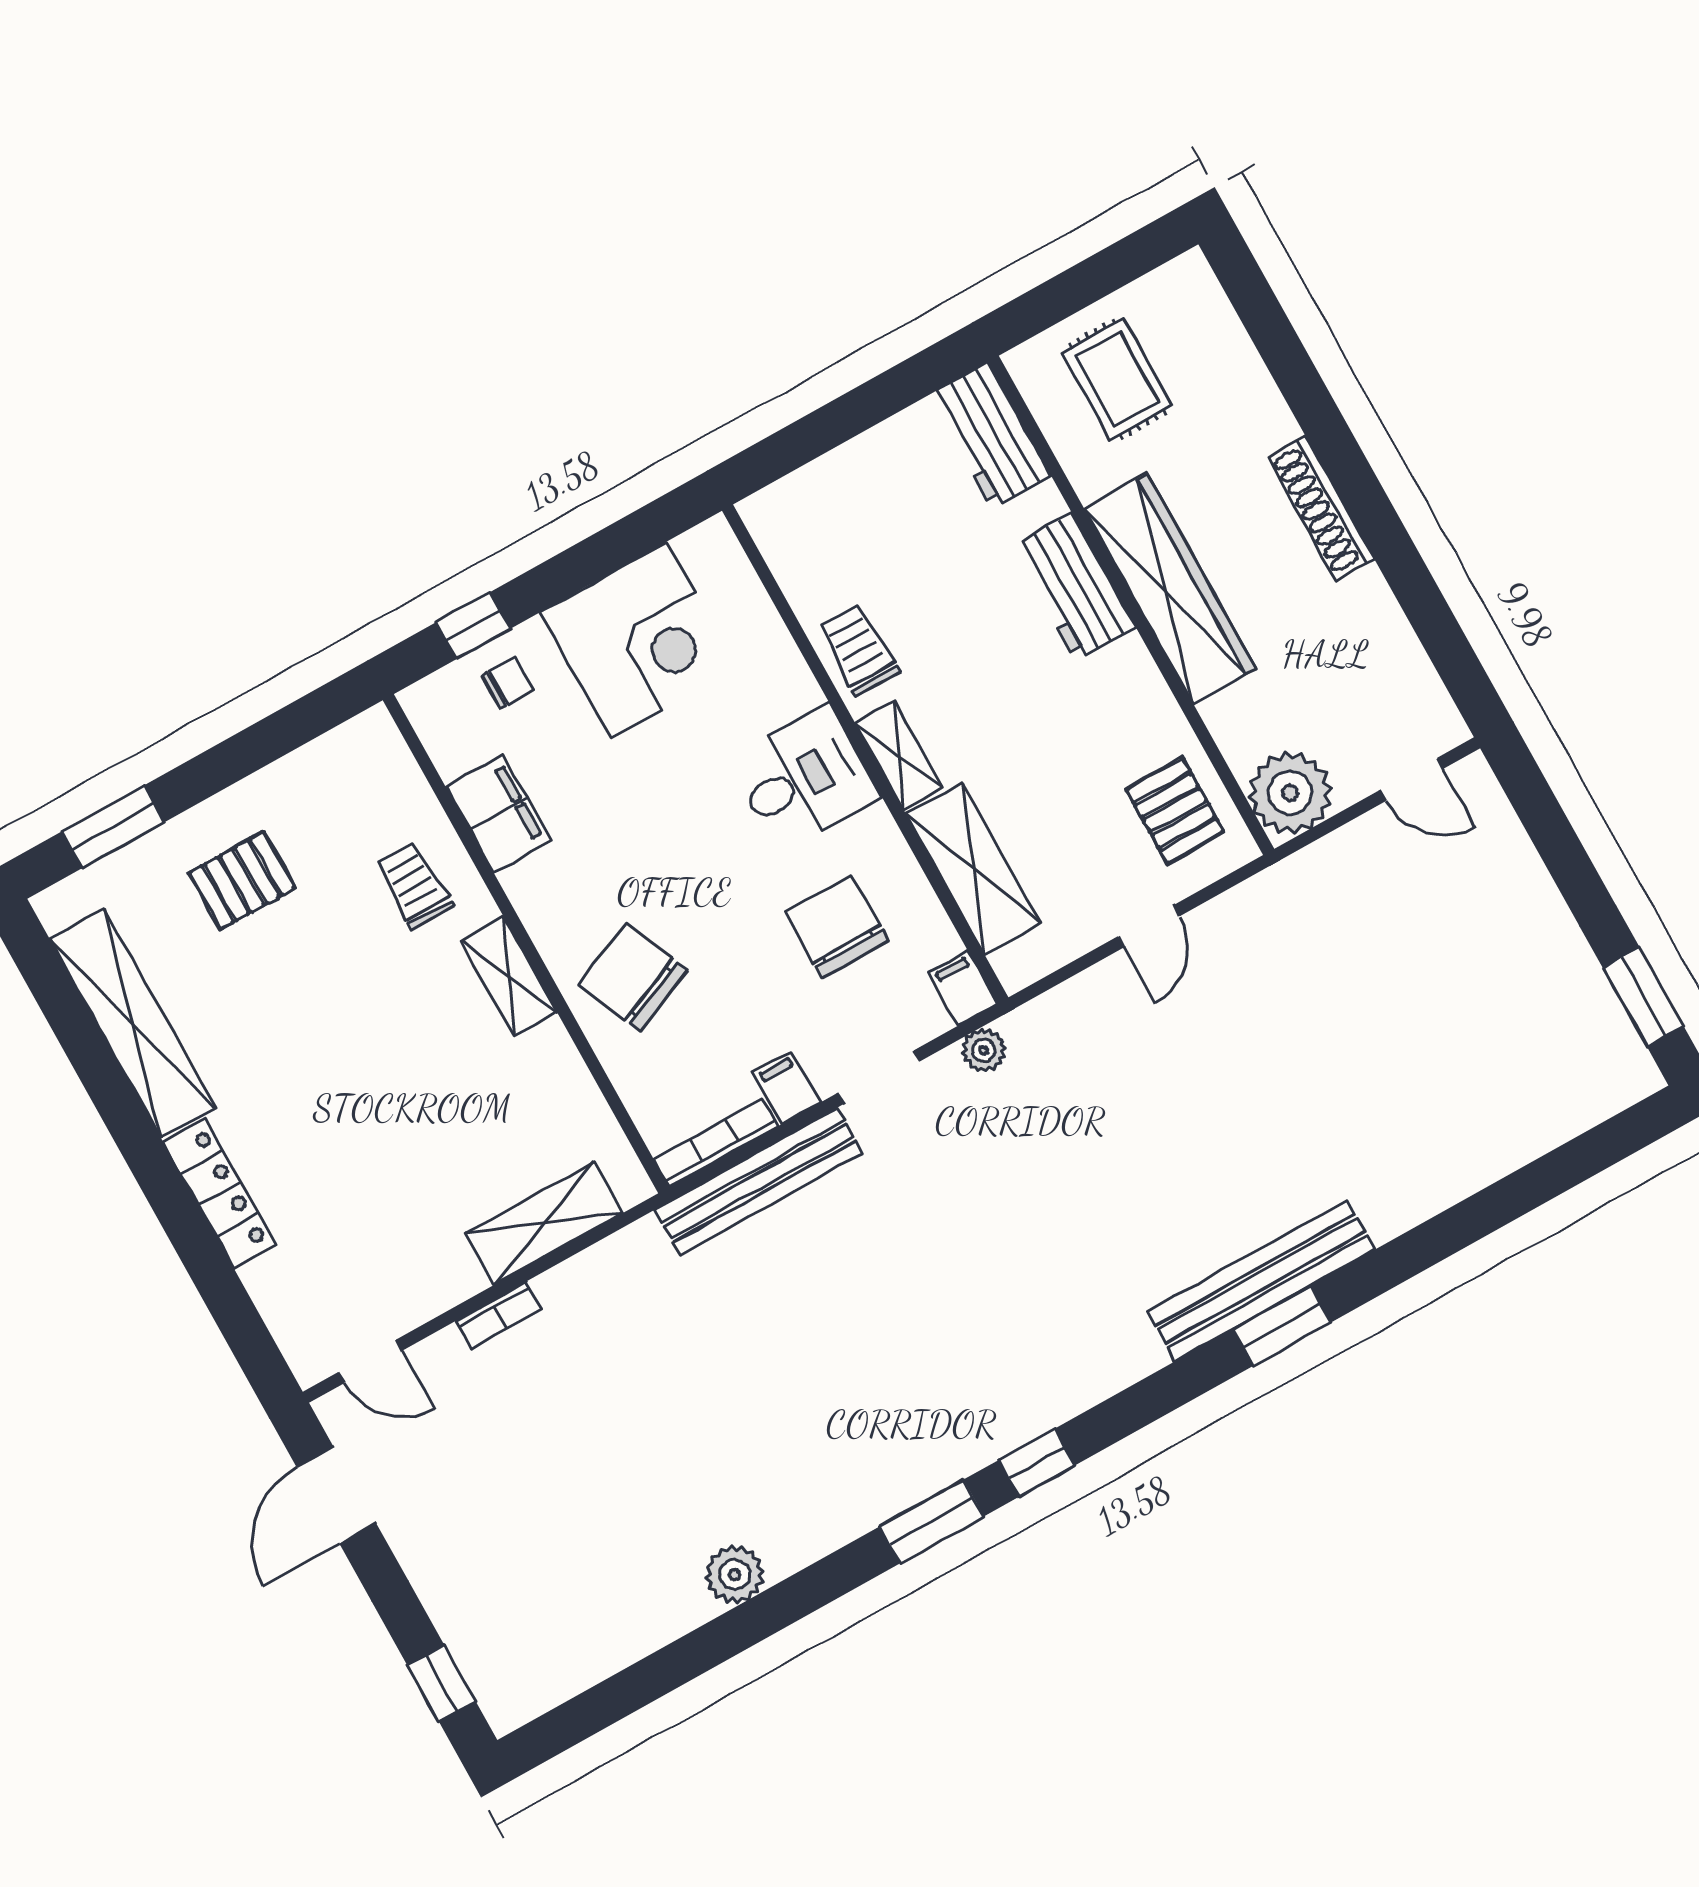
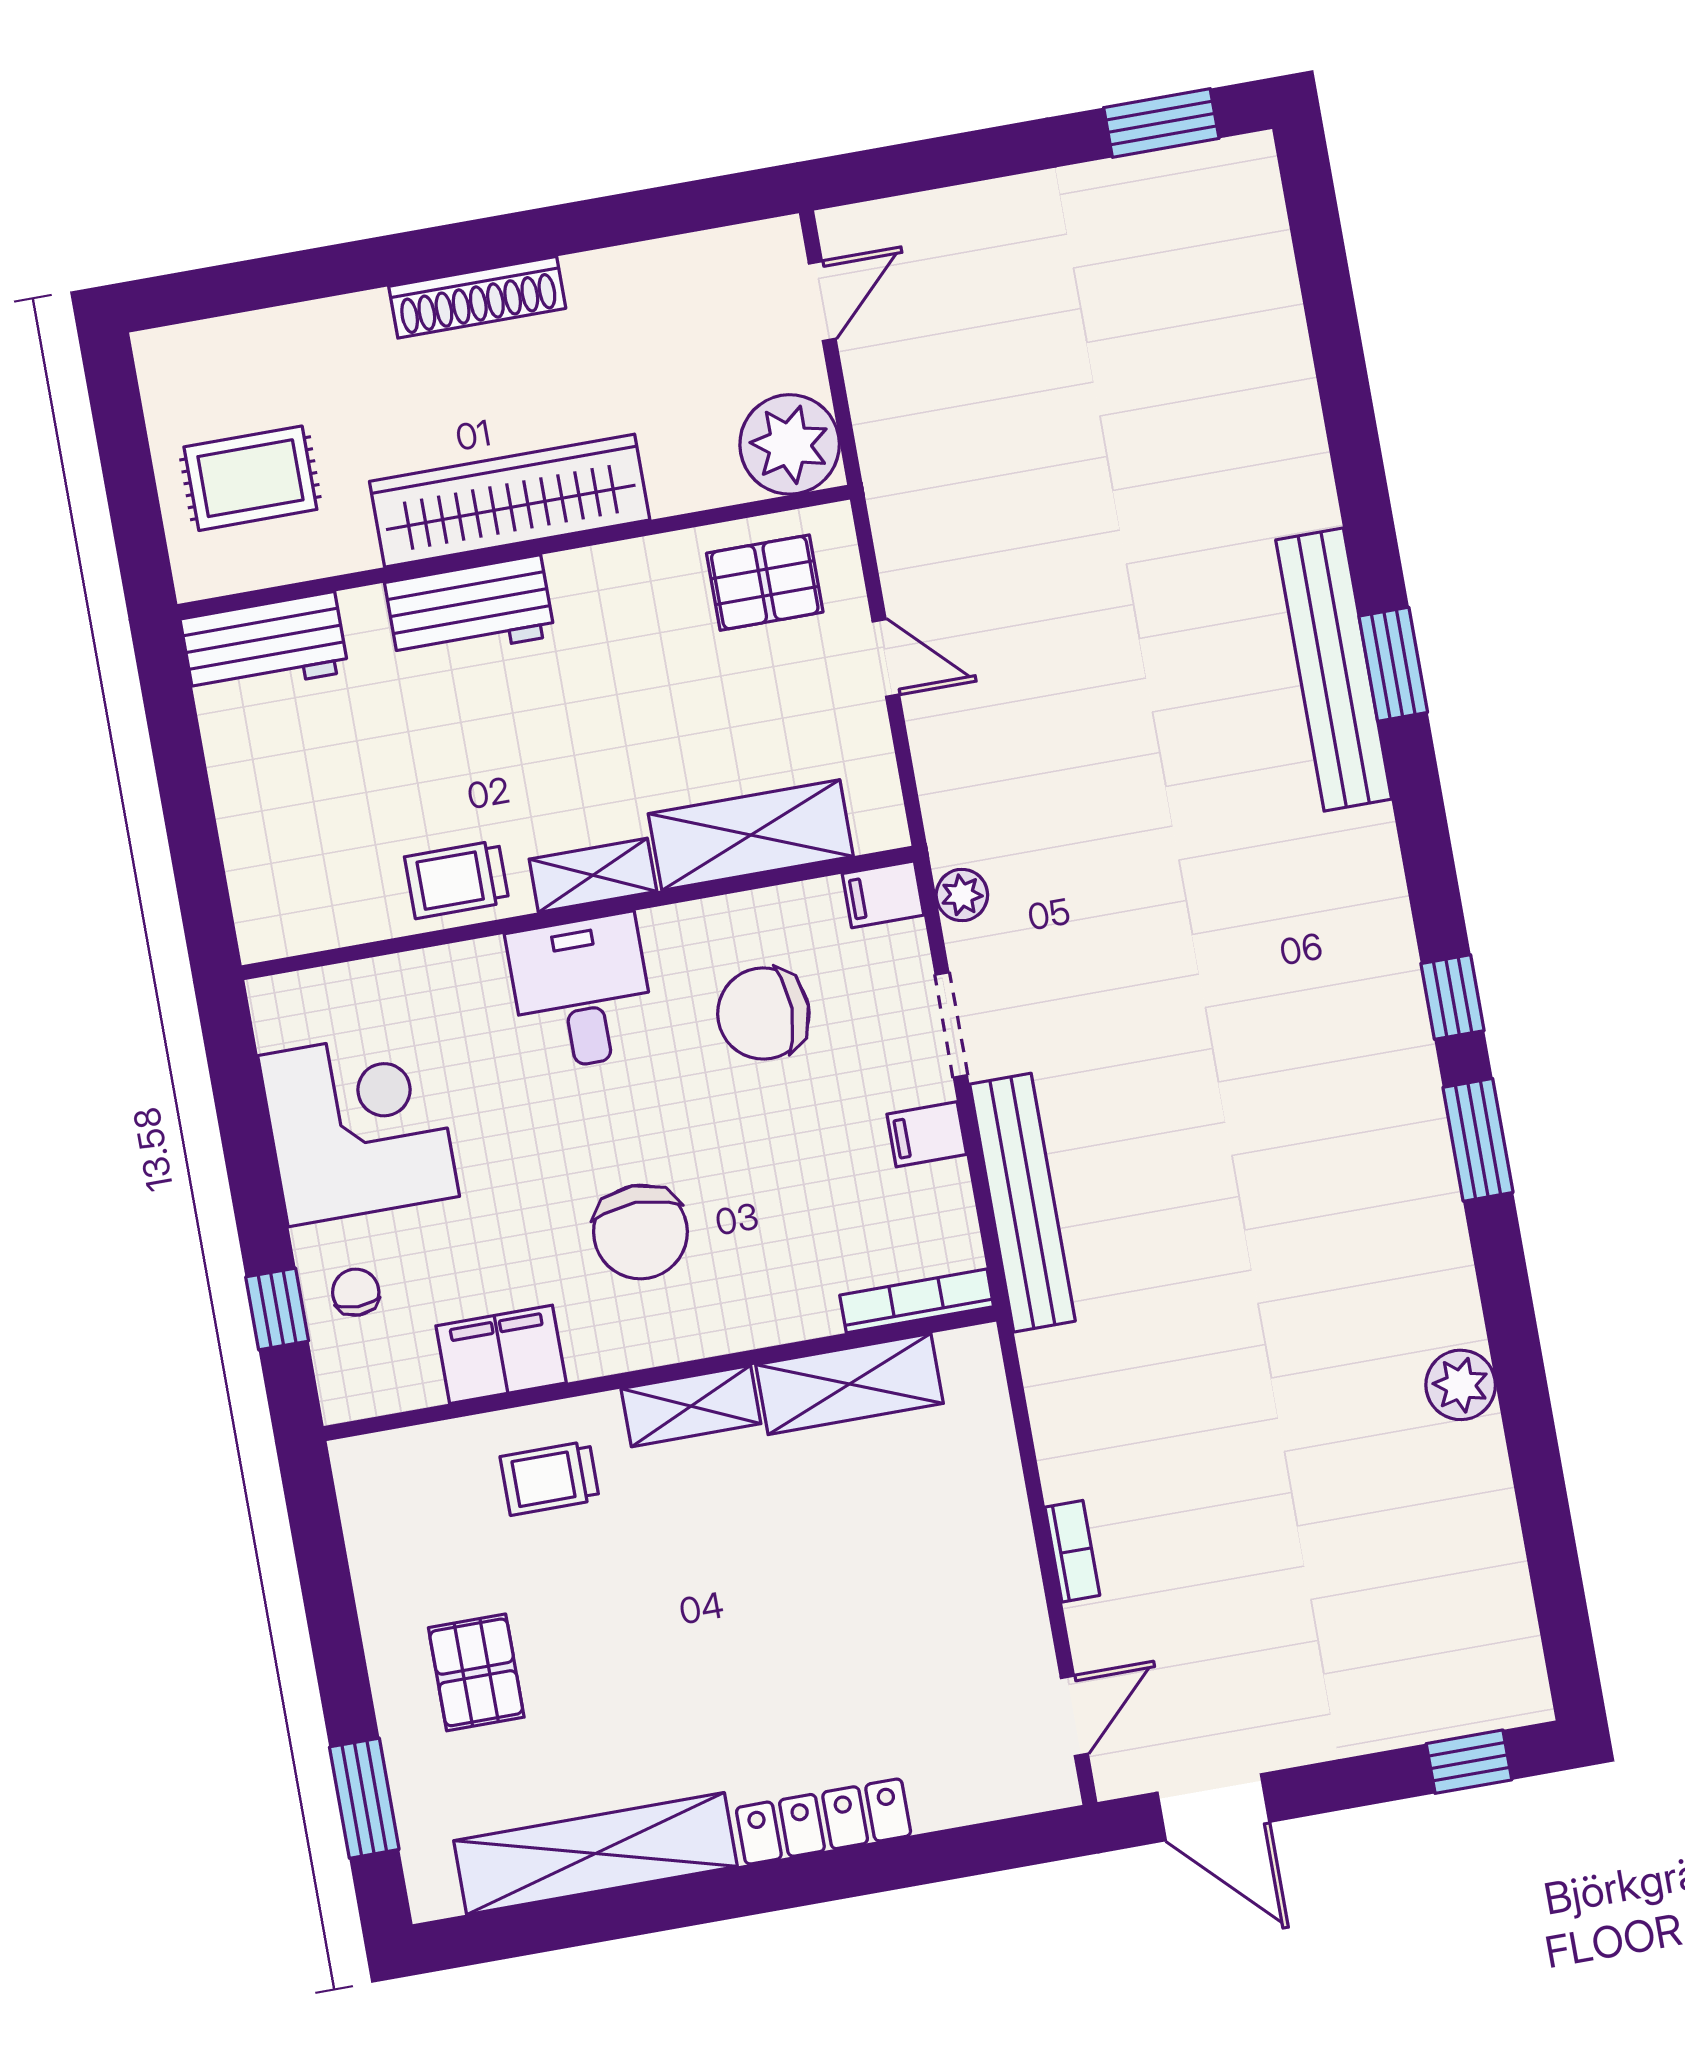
chair: (633, 977) -> (640, 1232), moved, turned -67
bookcase: (716, 1143) -> (917, 1301), moved, turned 90
shelving: (544, 1223) -> (849, 1384), moved, turned 90

